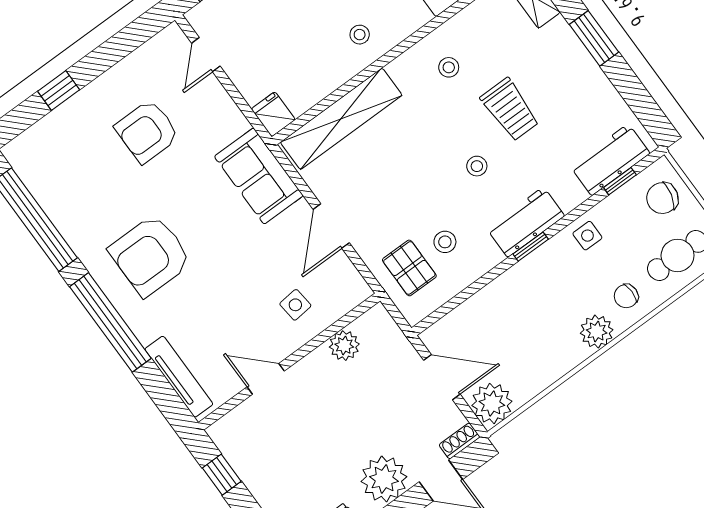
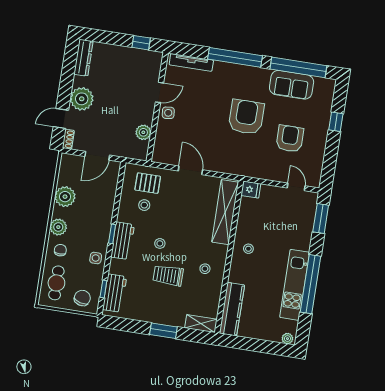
sofa: (259, 176) -> (292, 85), moved, turned 180
armchair: (150, 255) -> (246, 117), moved
side table: (295, 305) -> (168, 113), moved
plant: (492, 403) -> (65, 197), moved

